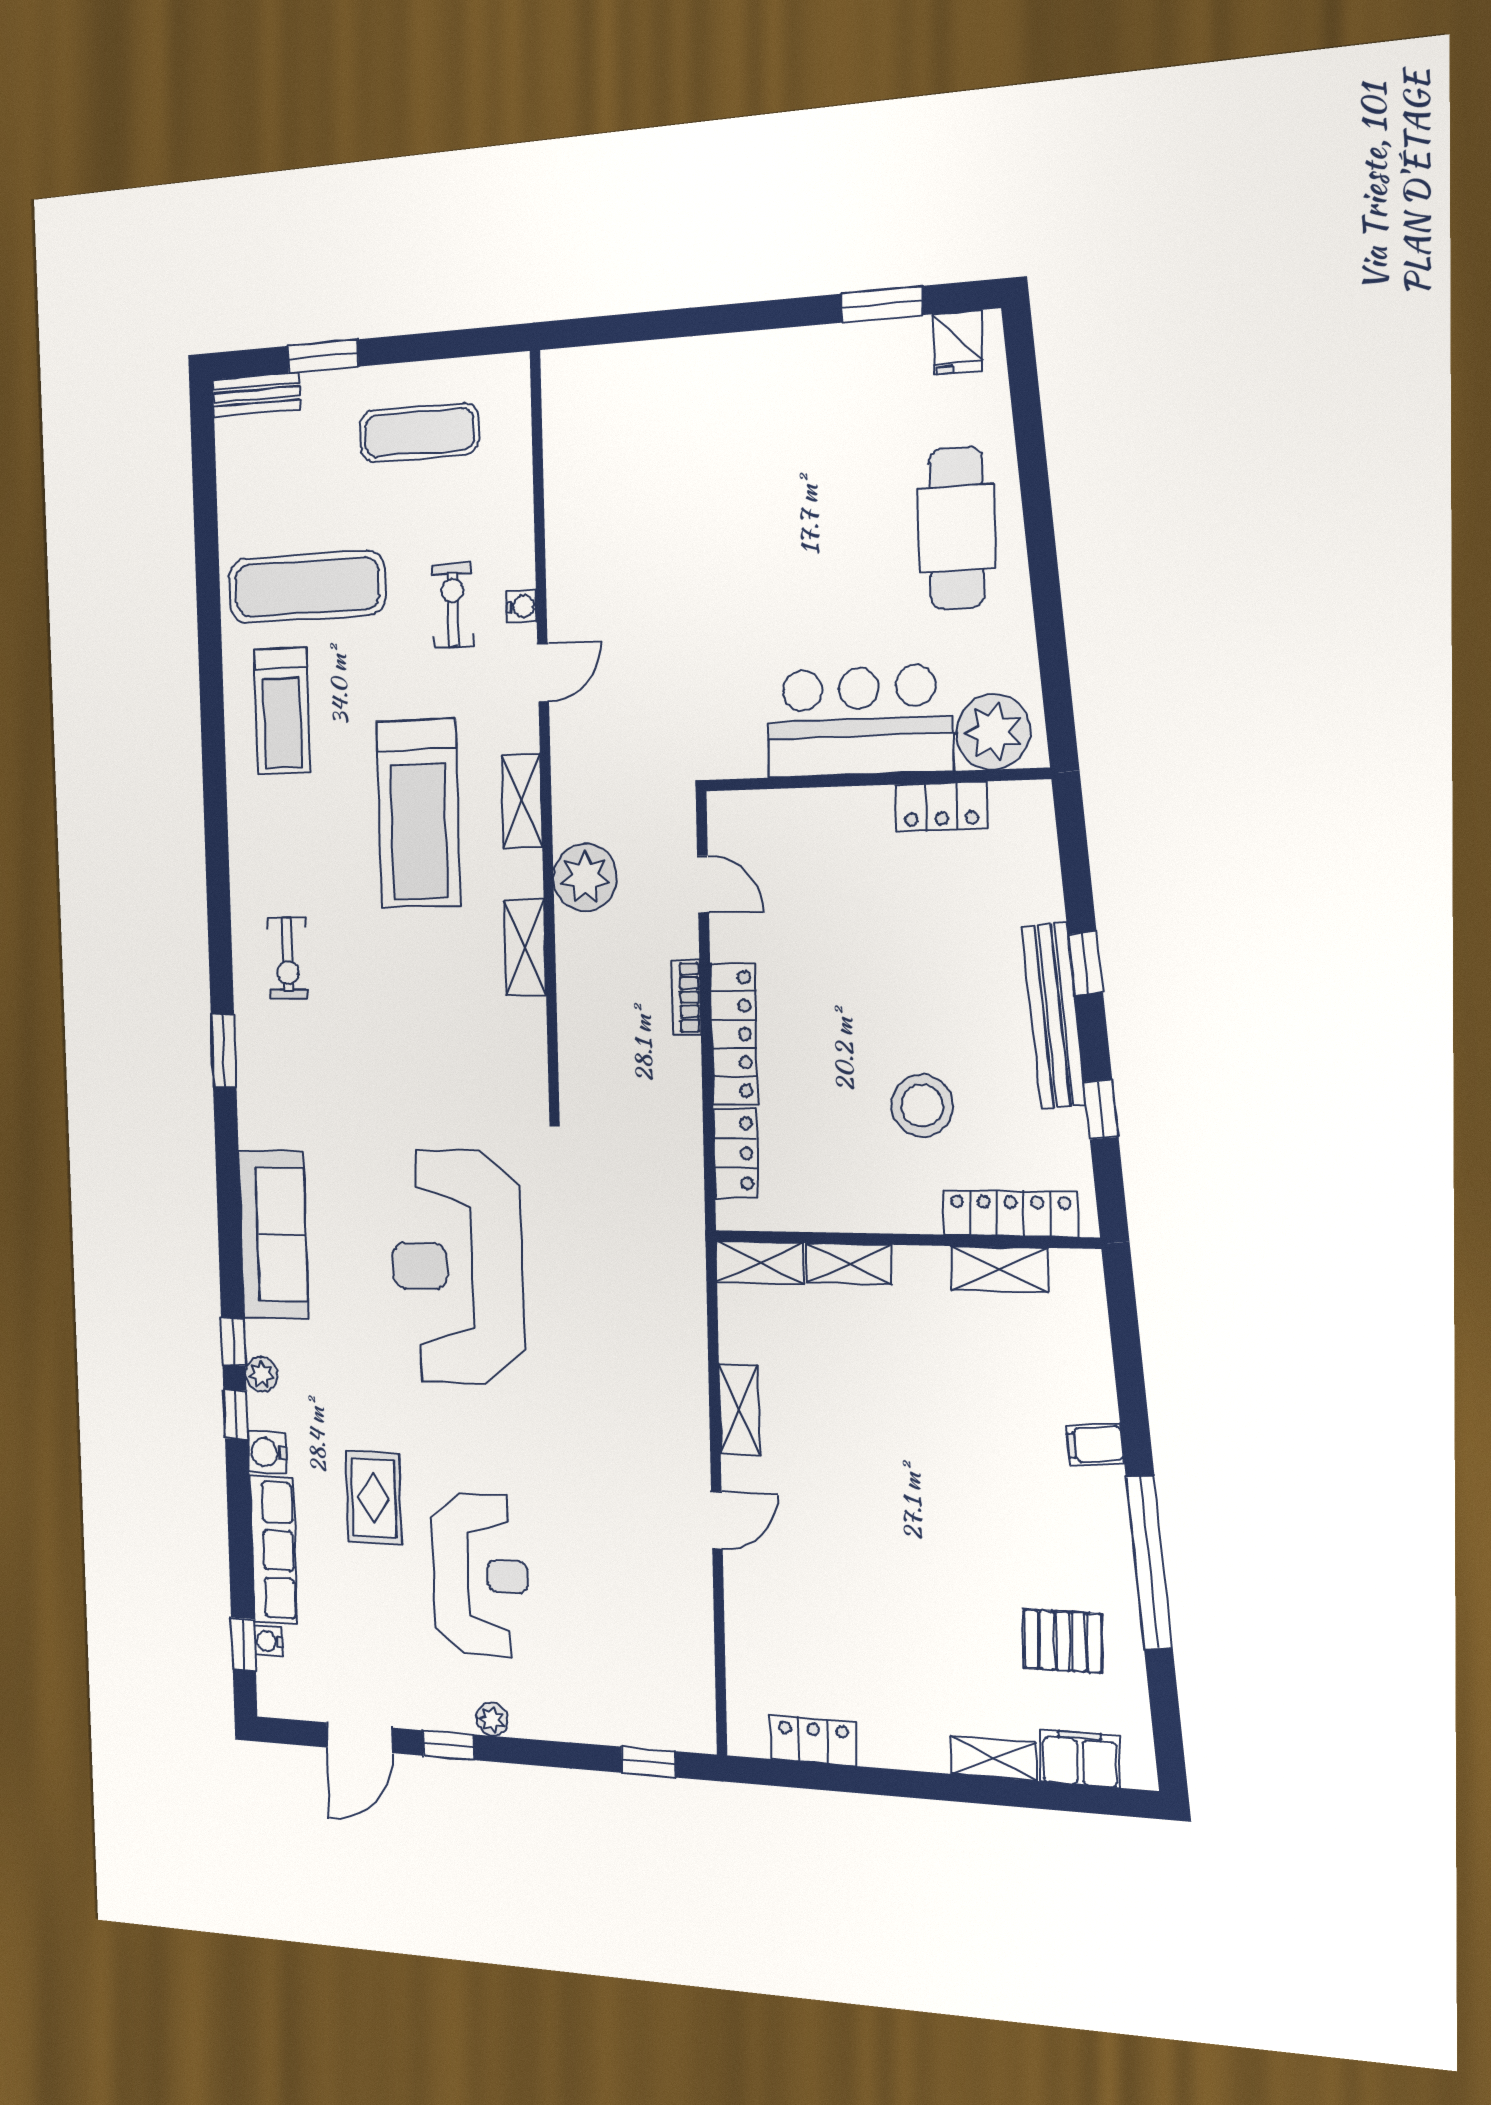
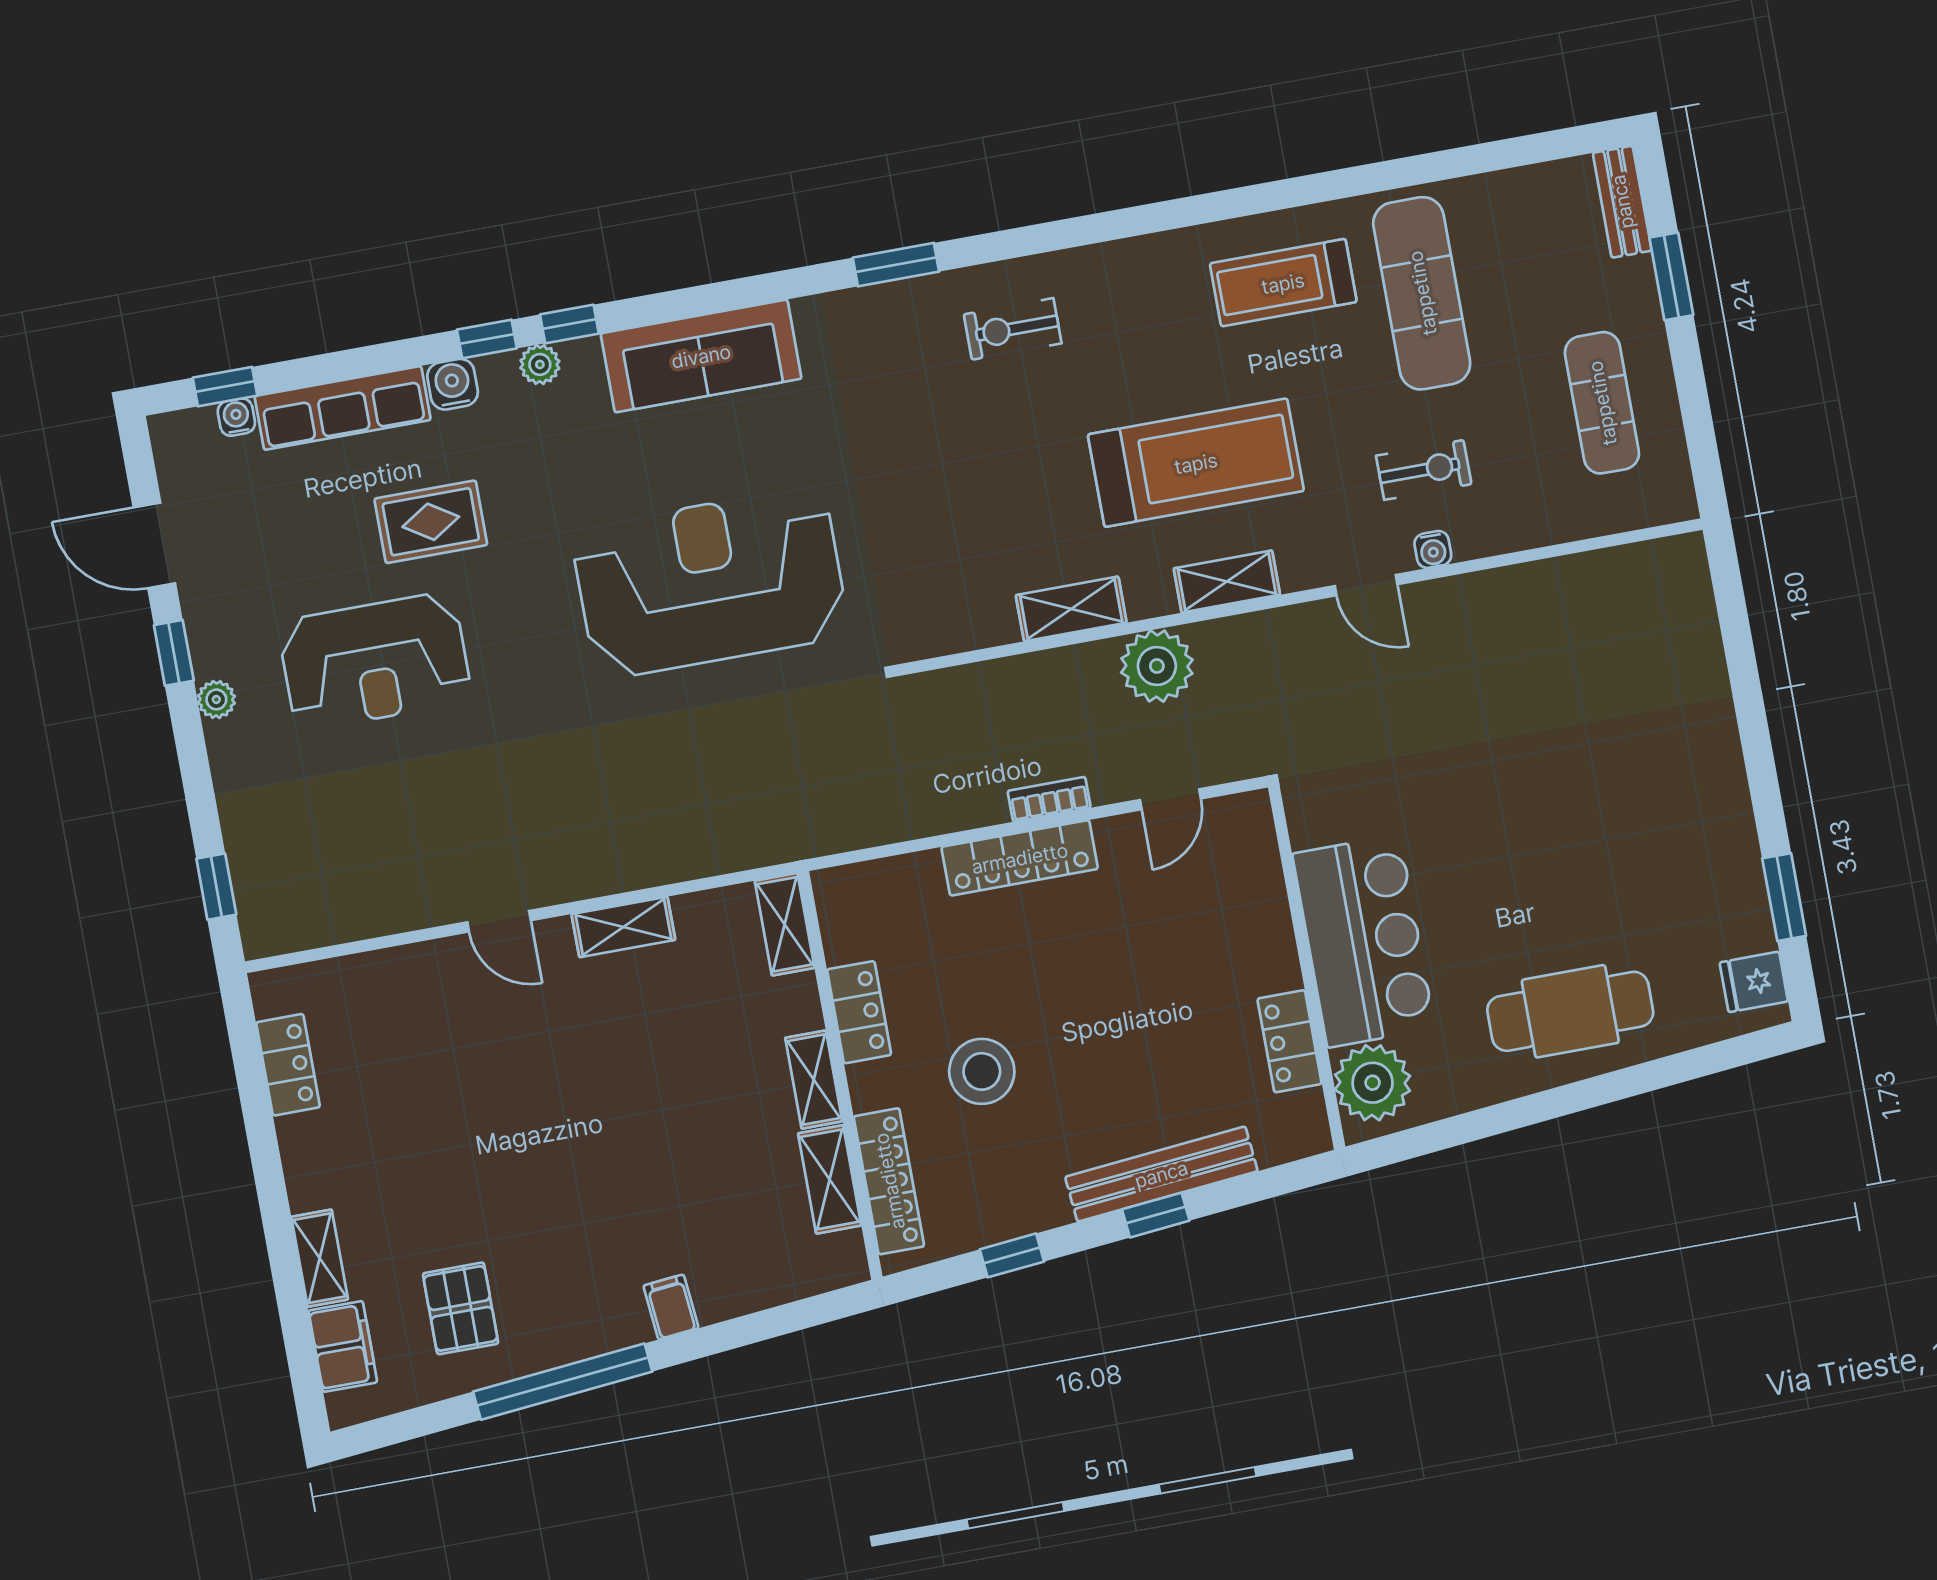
treadmill: (418, 813) -> (1196, 463), turned 180
bench: (1054, 1016) -> (1161, 1174), moved
locker: (736, 1153) -> (859, 1012), moved, turned -90
shelving: (849, 1264) -> (814, 1080), moved

